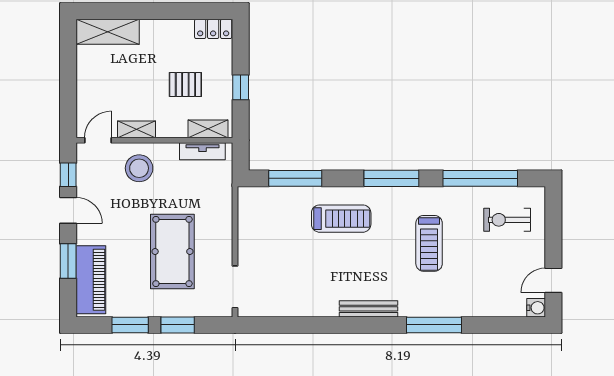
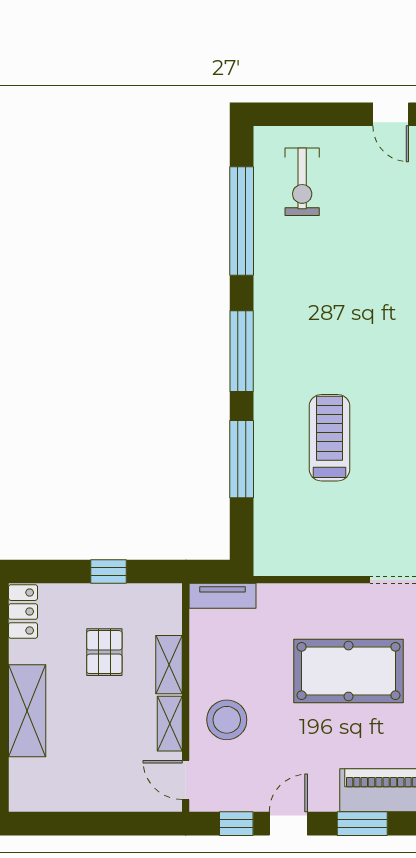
shelving: (108, 32) -> (27, 711), moved
shelving: (208, 129) -> (169, 665), moved
tv unit: (202, 151) -> (222, 596), moved, turned 90
window: (295, 178) -> (242, 459), moved
treadmill: (341, 219) -> (330, 438), moved
treadmill: (429, 243) -> (337, 296), removed

